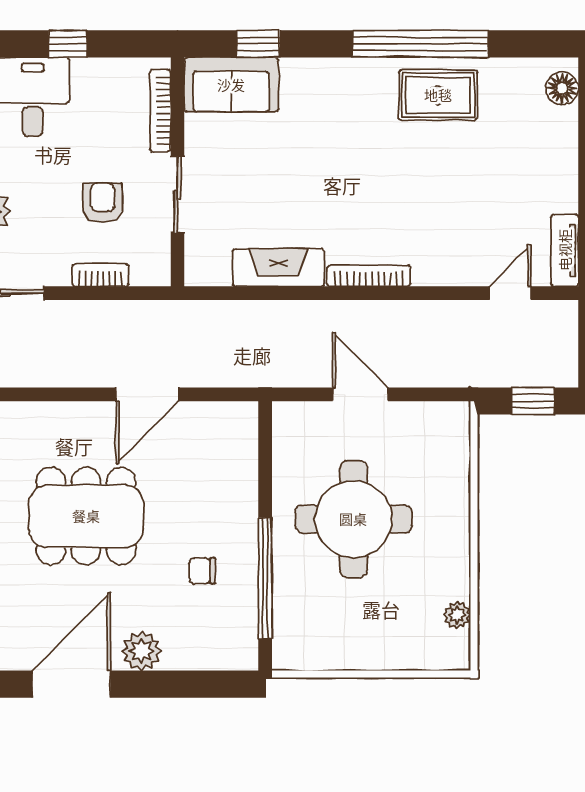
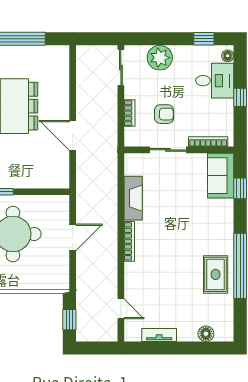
floor lamp: (562, 88) -> (206, 334), moved
tv unit: (565, 250) -> (159, 335), moved

